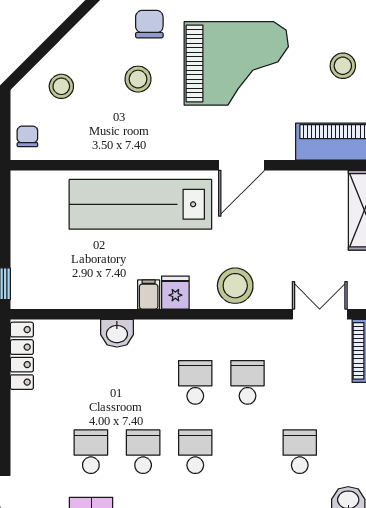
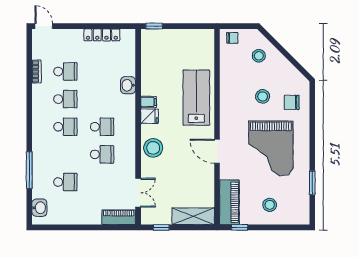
chair: (149, 24) -> (292, 102), turned 180
lab bench: (140, 204) -> (196, 98), width x0.73
locker: (22, 356) -> (102, 35), moved

